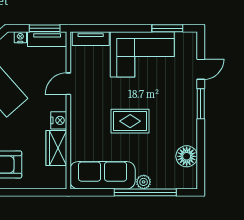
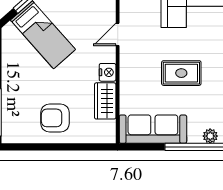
plant: (144, 182) -> (210, 136), moved

